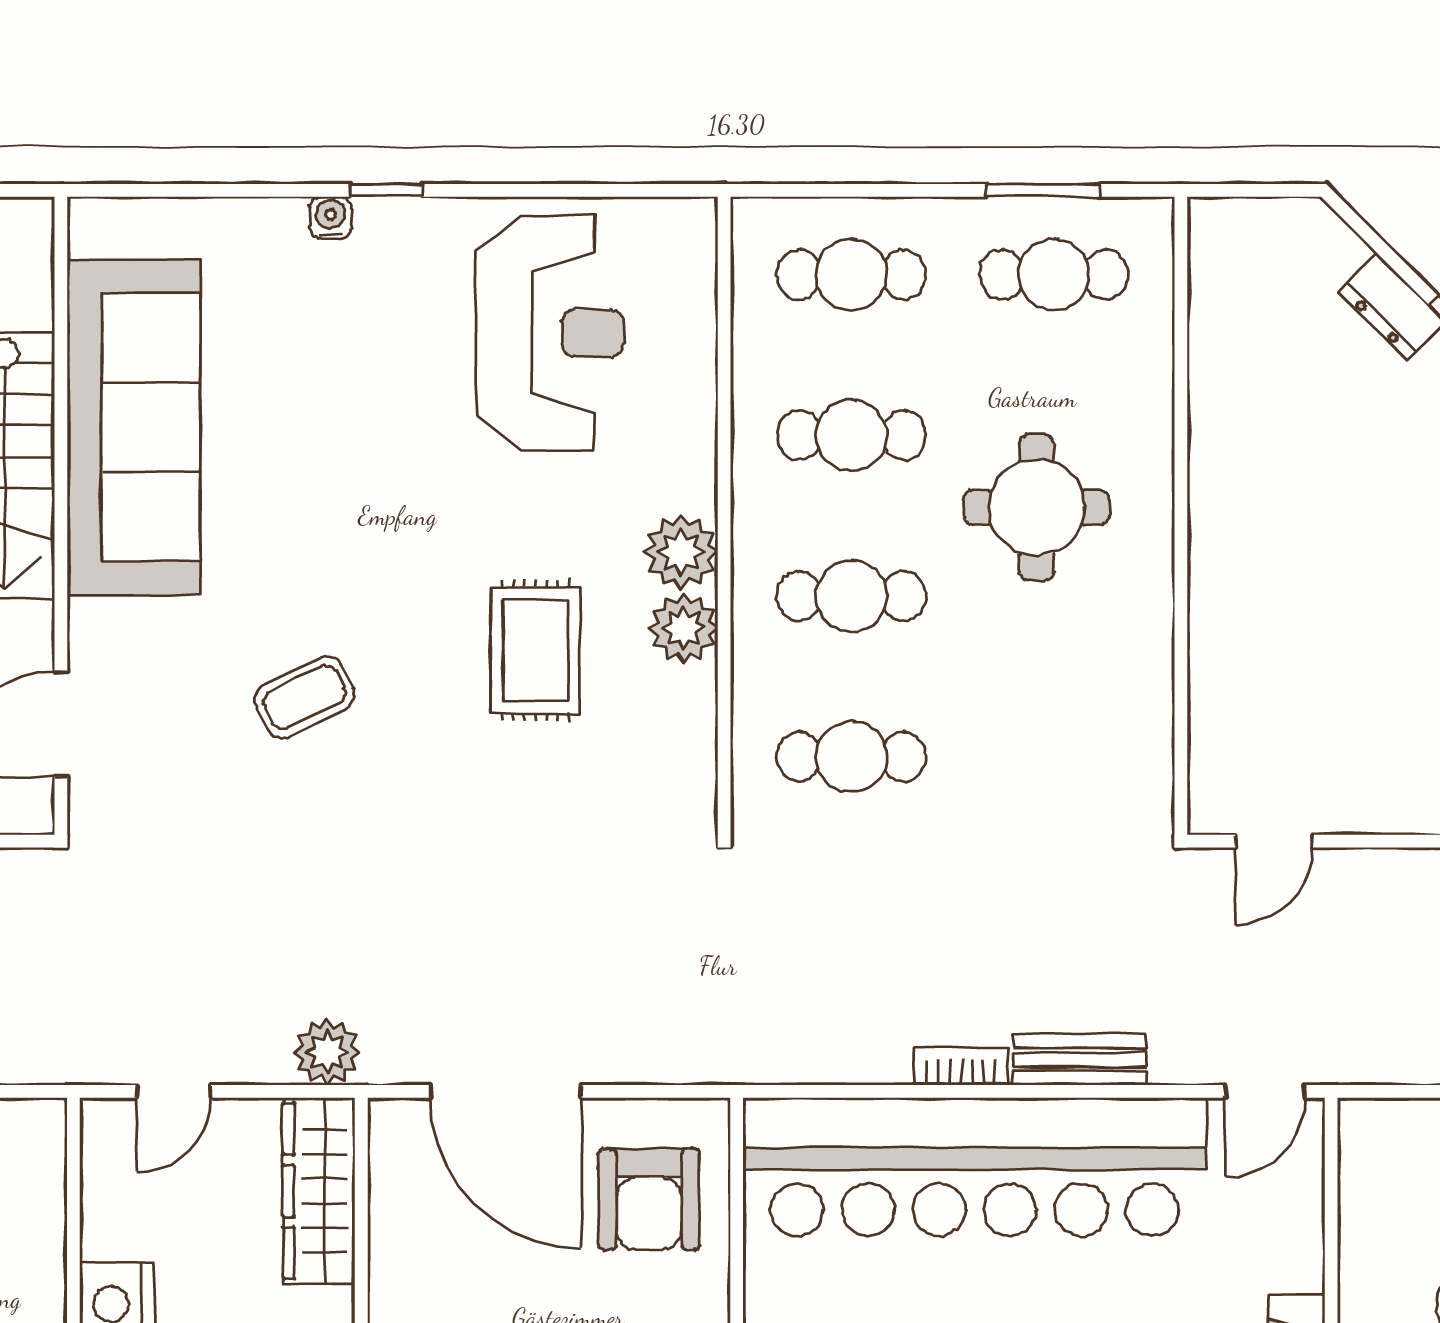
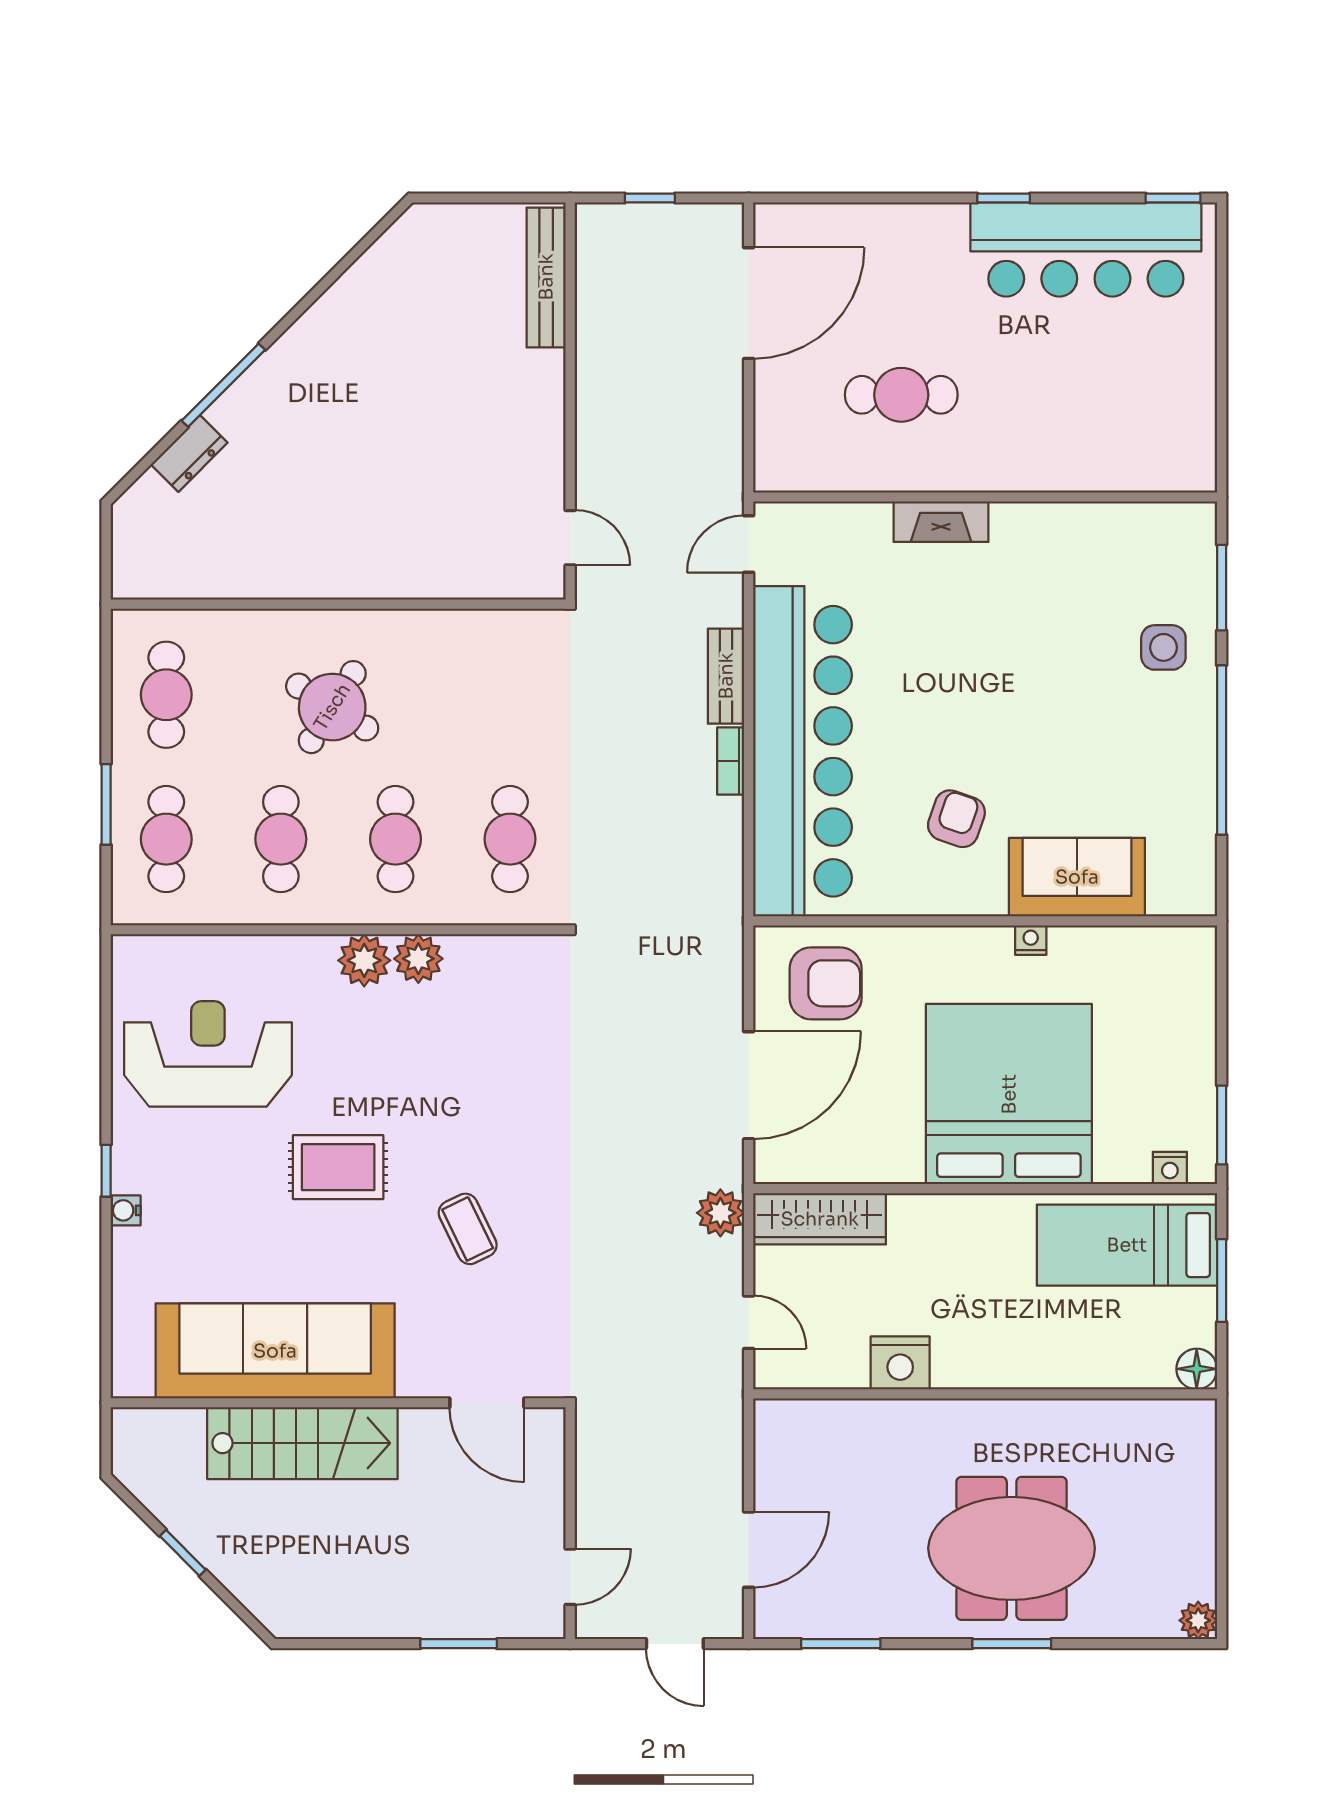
window: (1043, 190) -> (106, 804), moved
round table: (1037, 507) -> (332, 707), turned 32
rug: (536, 650) -> (338, 1167), moved
door: (1265, 1091) -> (749, 544), swing flipped

